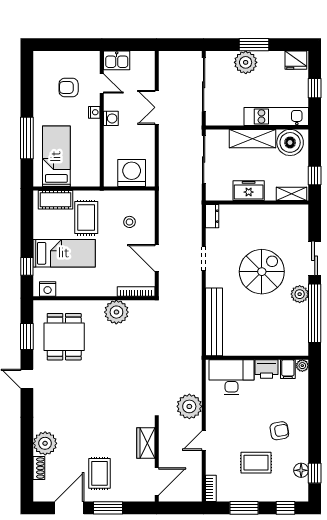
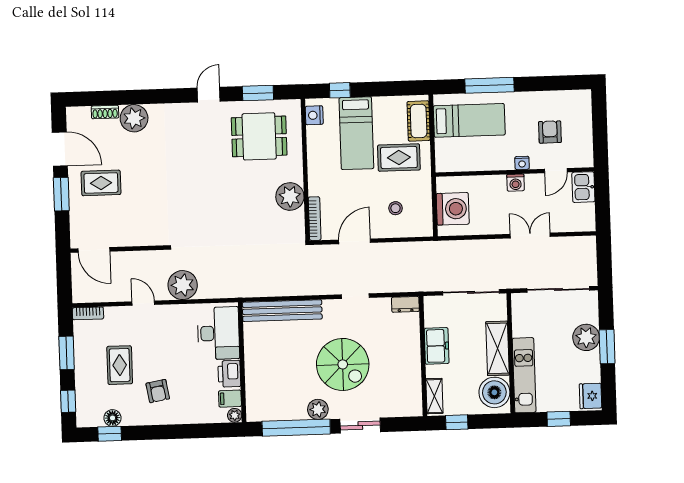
wardrobe: (146, 443) -> (138, 236), removed

